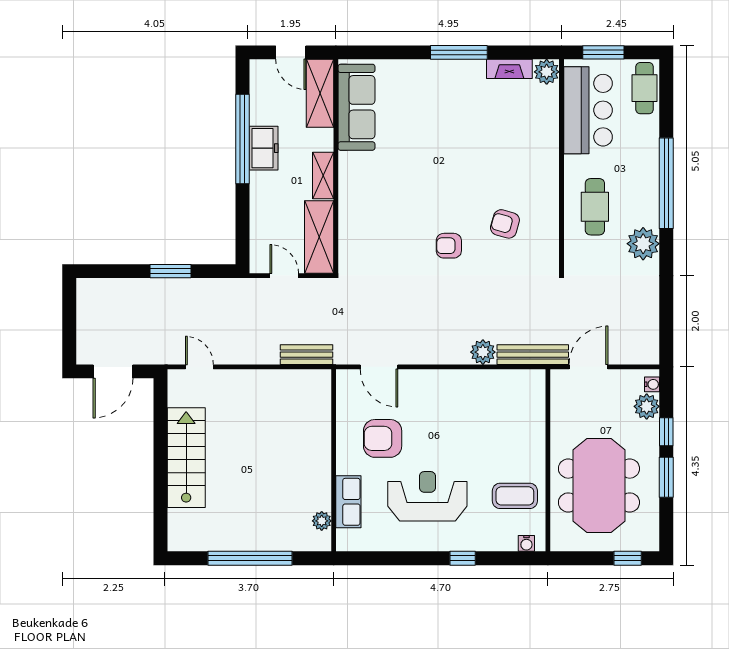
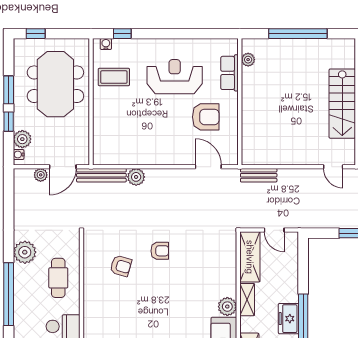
plant: (352, 166) -> (227, 307), added
plant: (620, 355) -> (41, 175), added
reception desk: (427, 496) -> (175, 77), turned 180
window: (463, 558) -> (122, 34), moved

